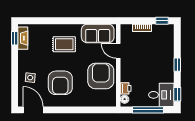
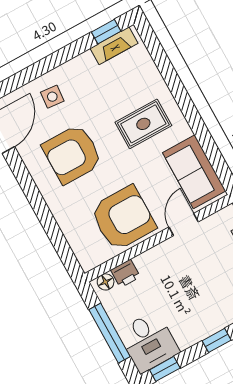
rug: (64, 44) -> (143, 124), turned 90

